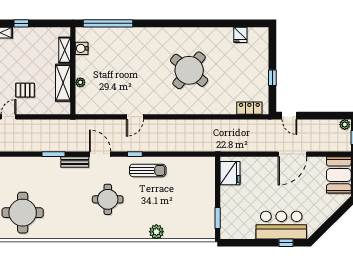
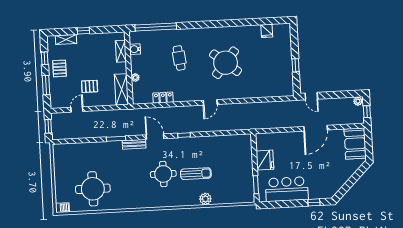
cafe table: (134, 62) -> (179, 58), added
shelving: (63, 83) -> (121, 89), moved
locker: (249, 108) -> (163, 98), moved
door: (135, 117) -> (210, 102), moved
sun lounger: (148, 170) -> (196, 174), moved
fridge: (230, 173) -> (265, 160), moved
bar counter: (281, 225) -> (287, 189), moved

